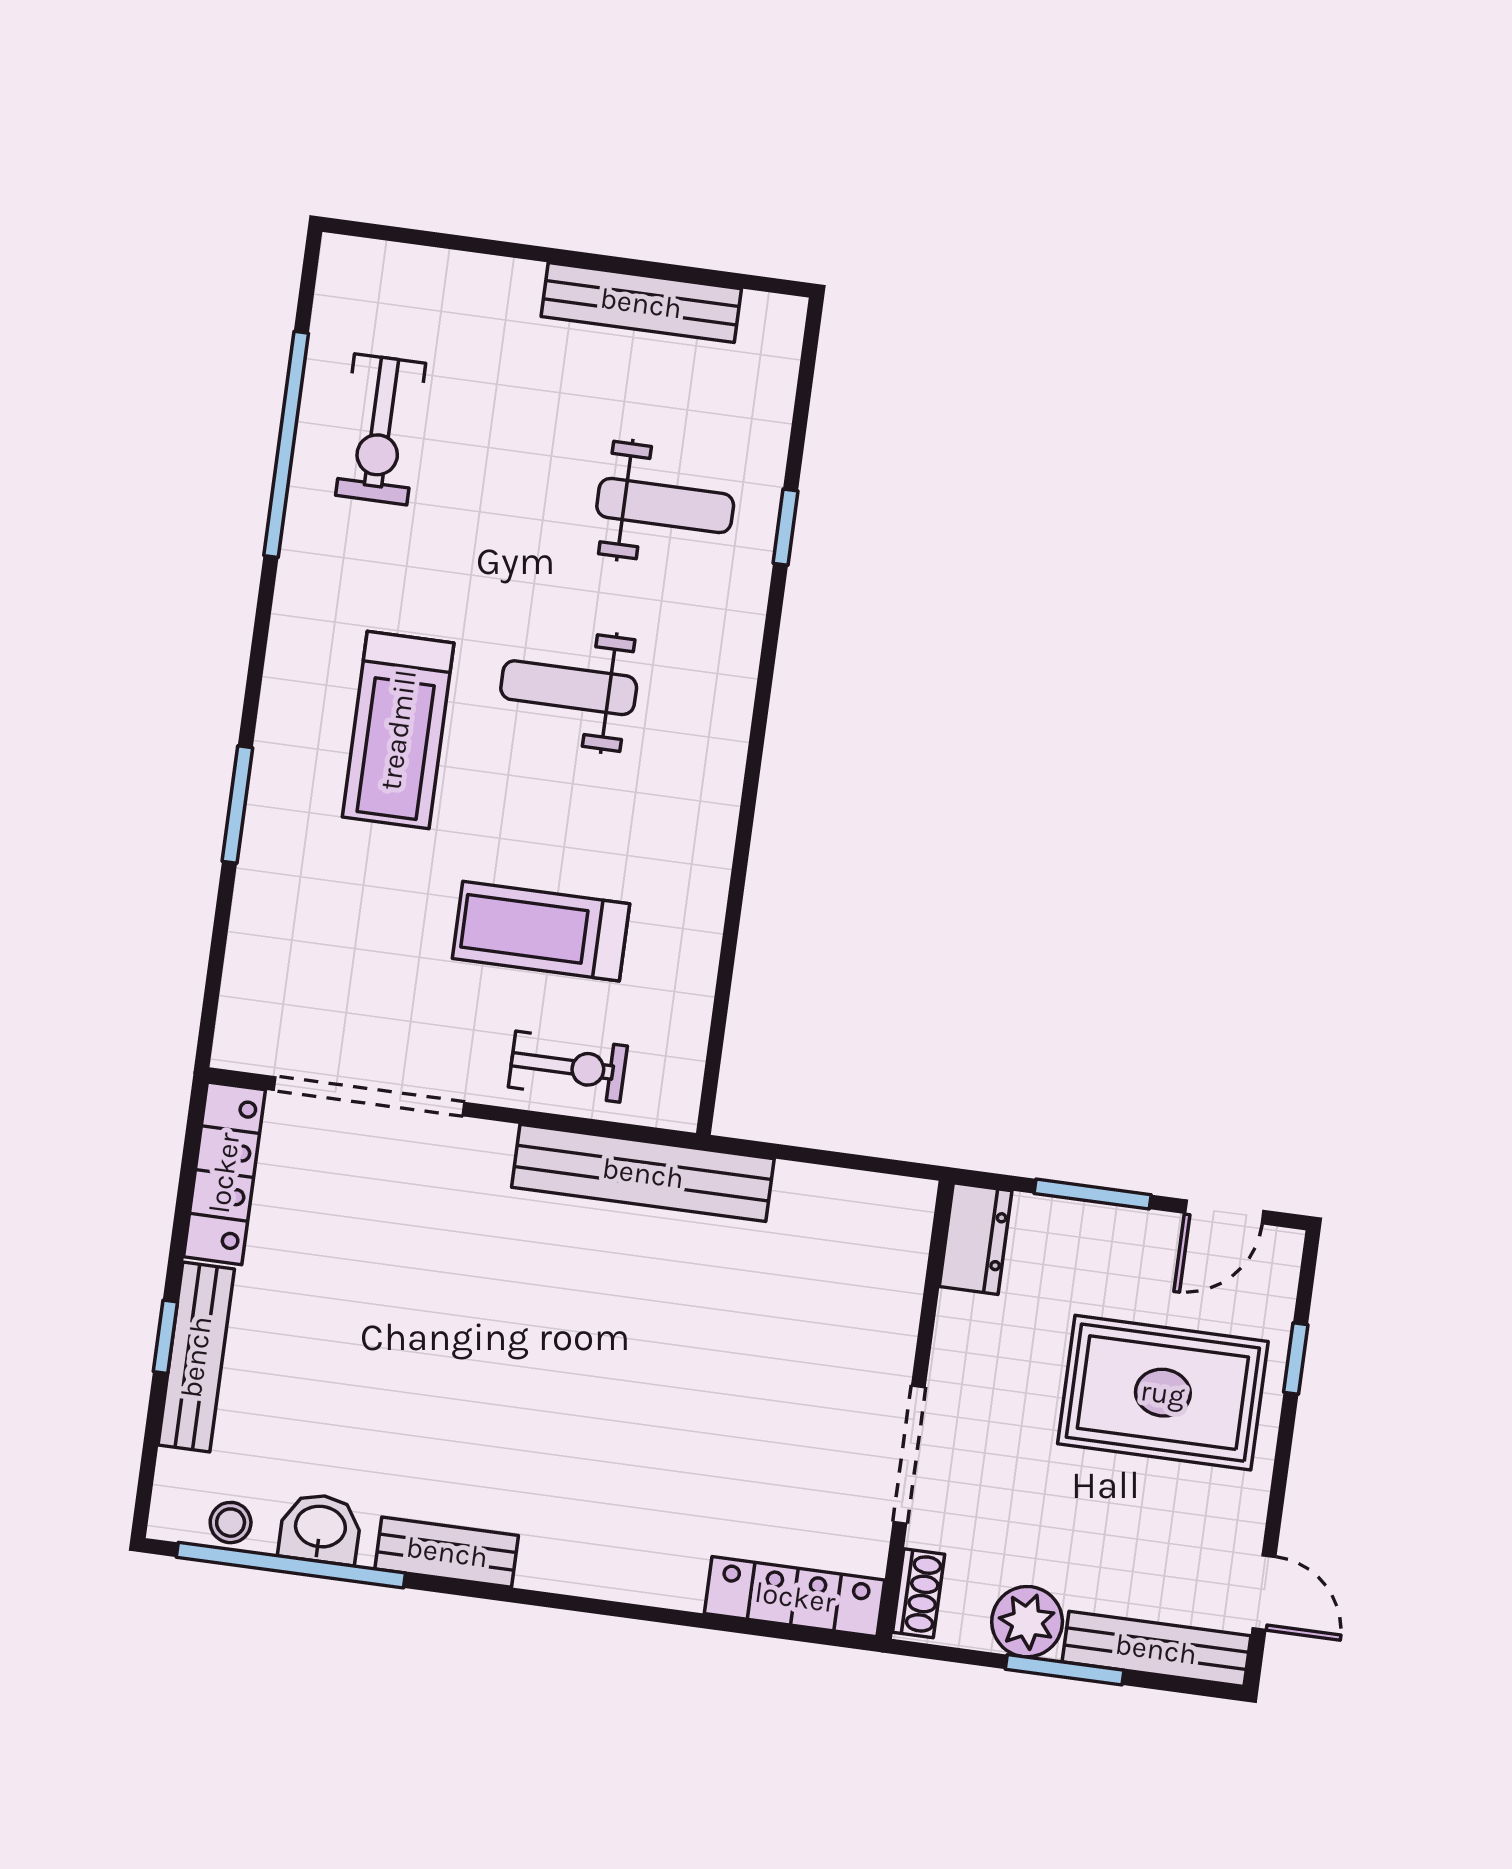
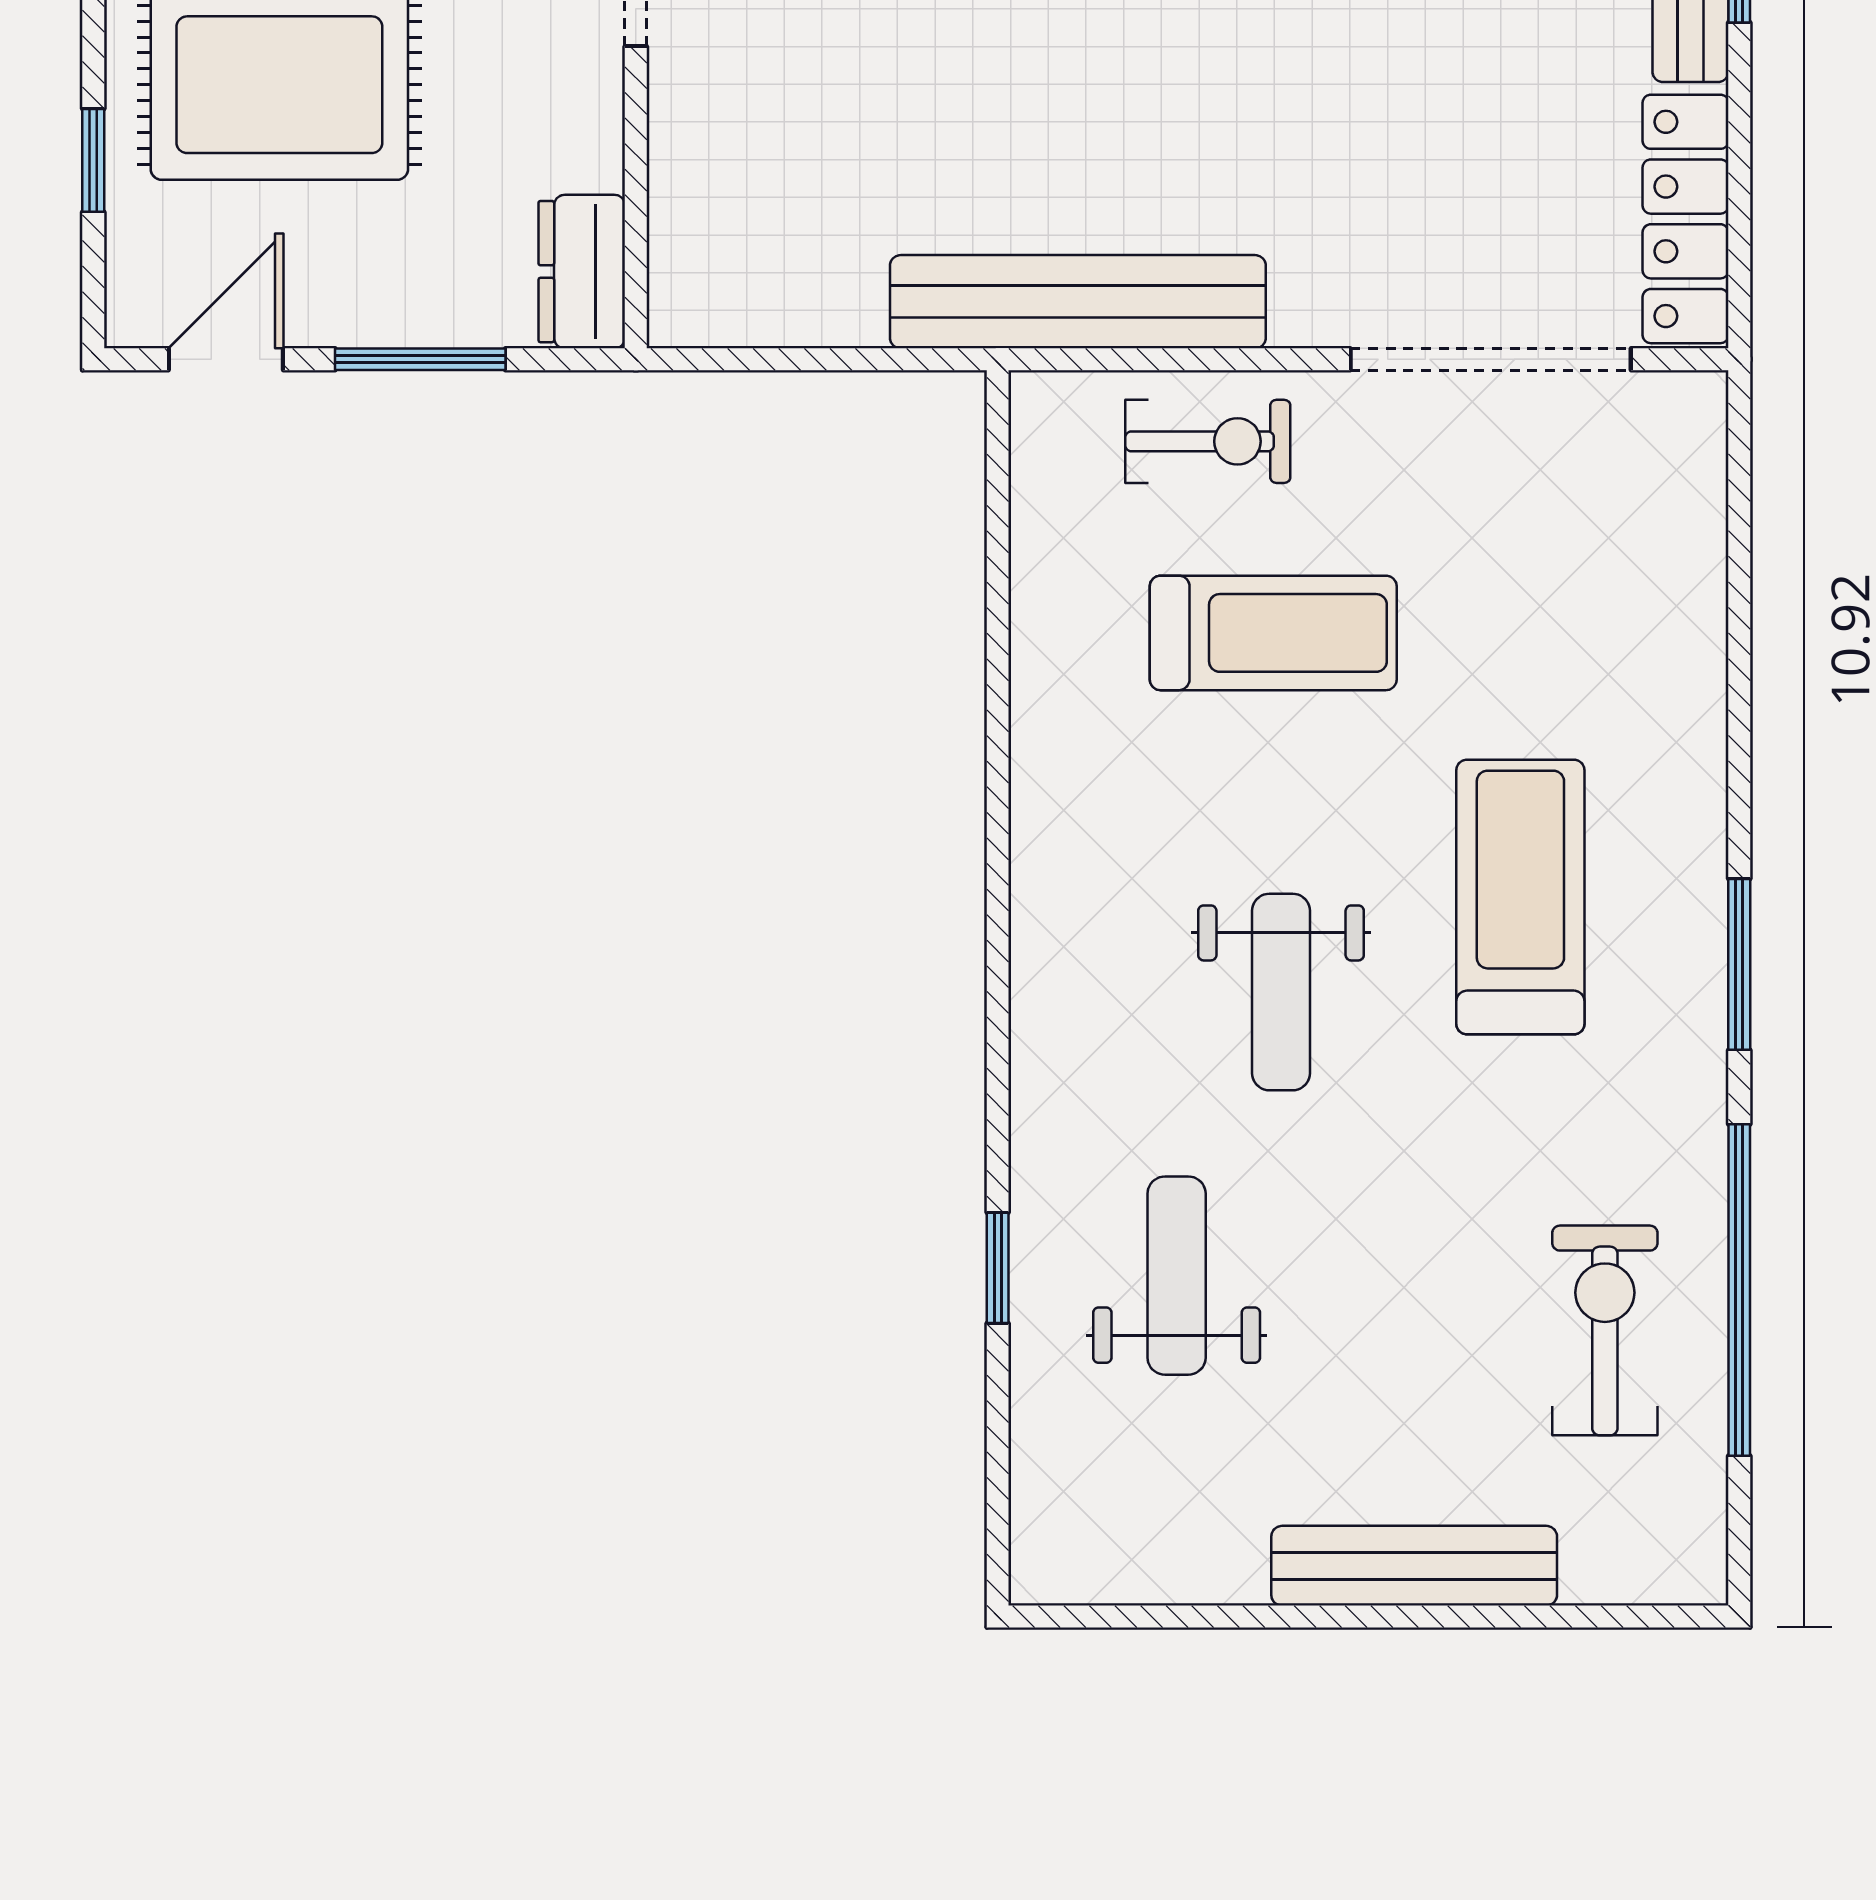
bench: (641, 303) -> (1414, 1566), moved
weight bench: (665, 506) -> (1177, 1276), turned 90
weight bench: (569, 688) -> (1281, 992), turned 90
window: (237, 805) -> (1739, 964), moved
exercise bike: (568, 1067) -> (1208, 441), turned 180

